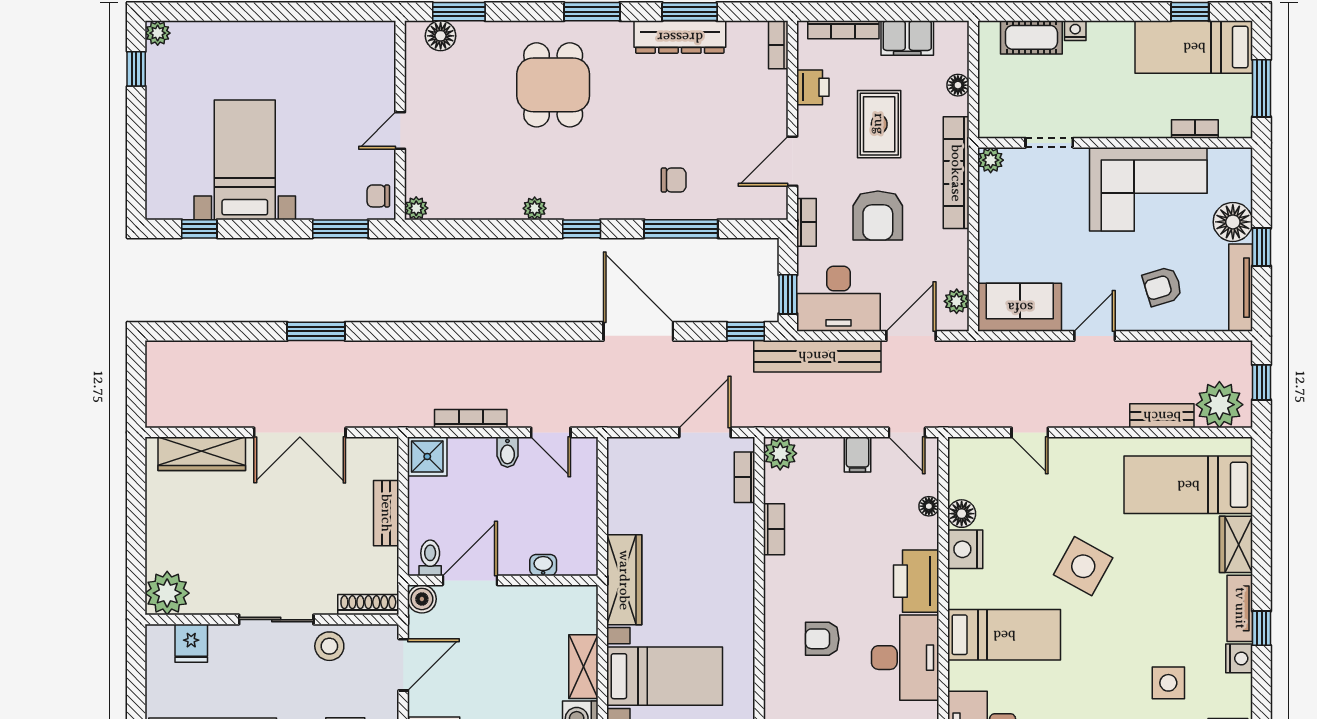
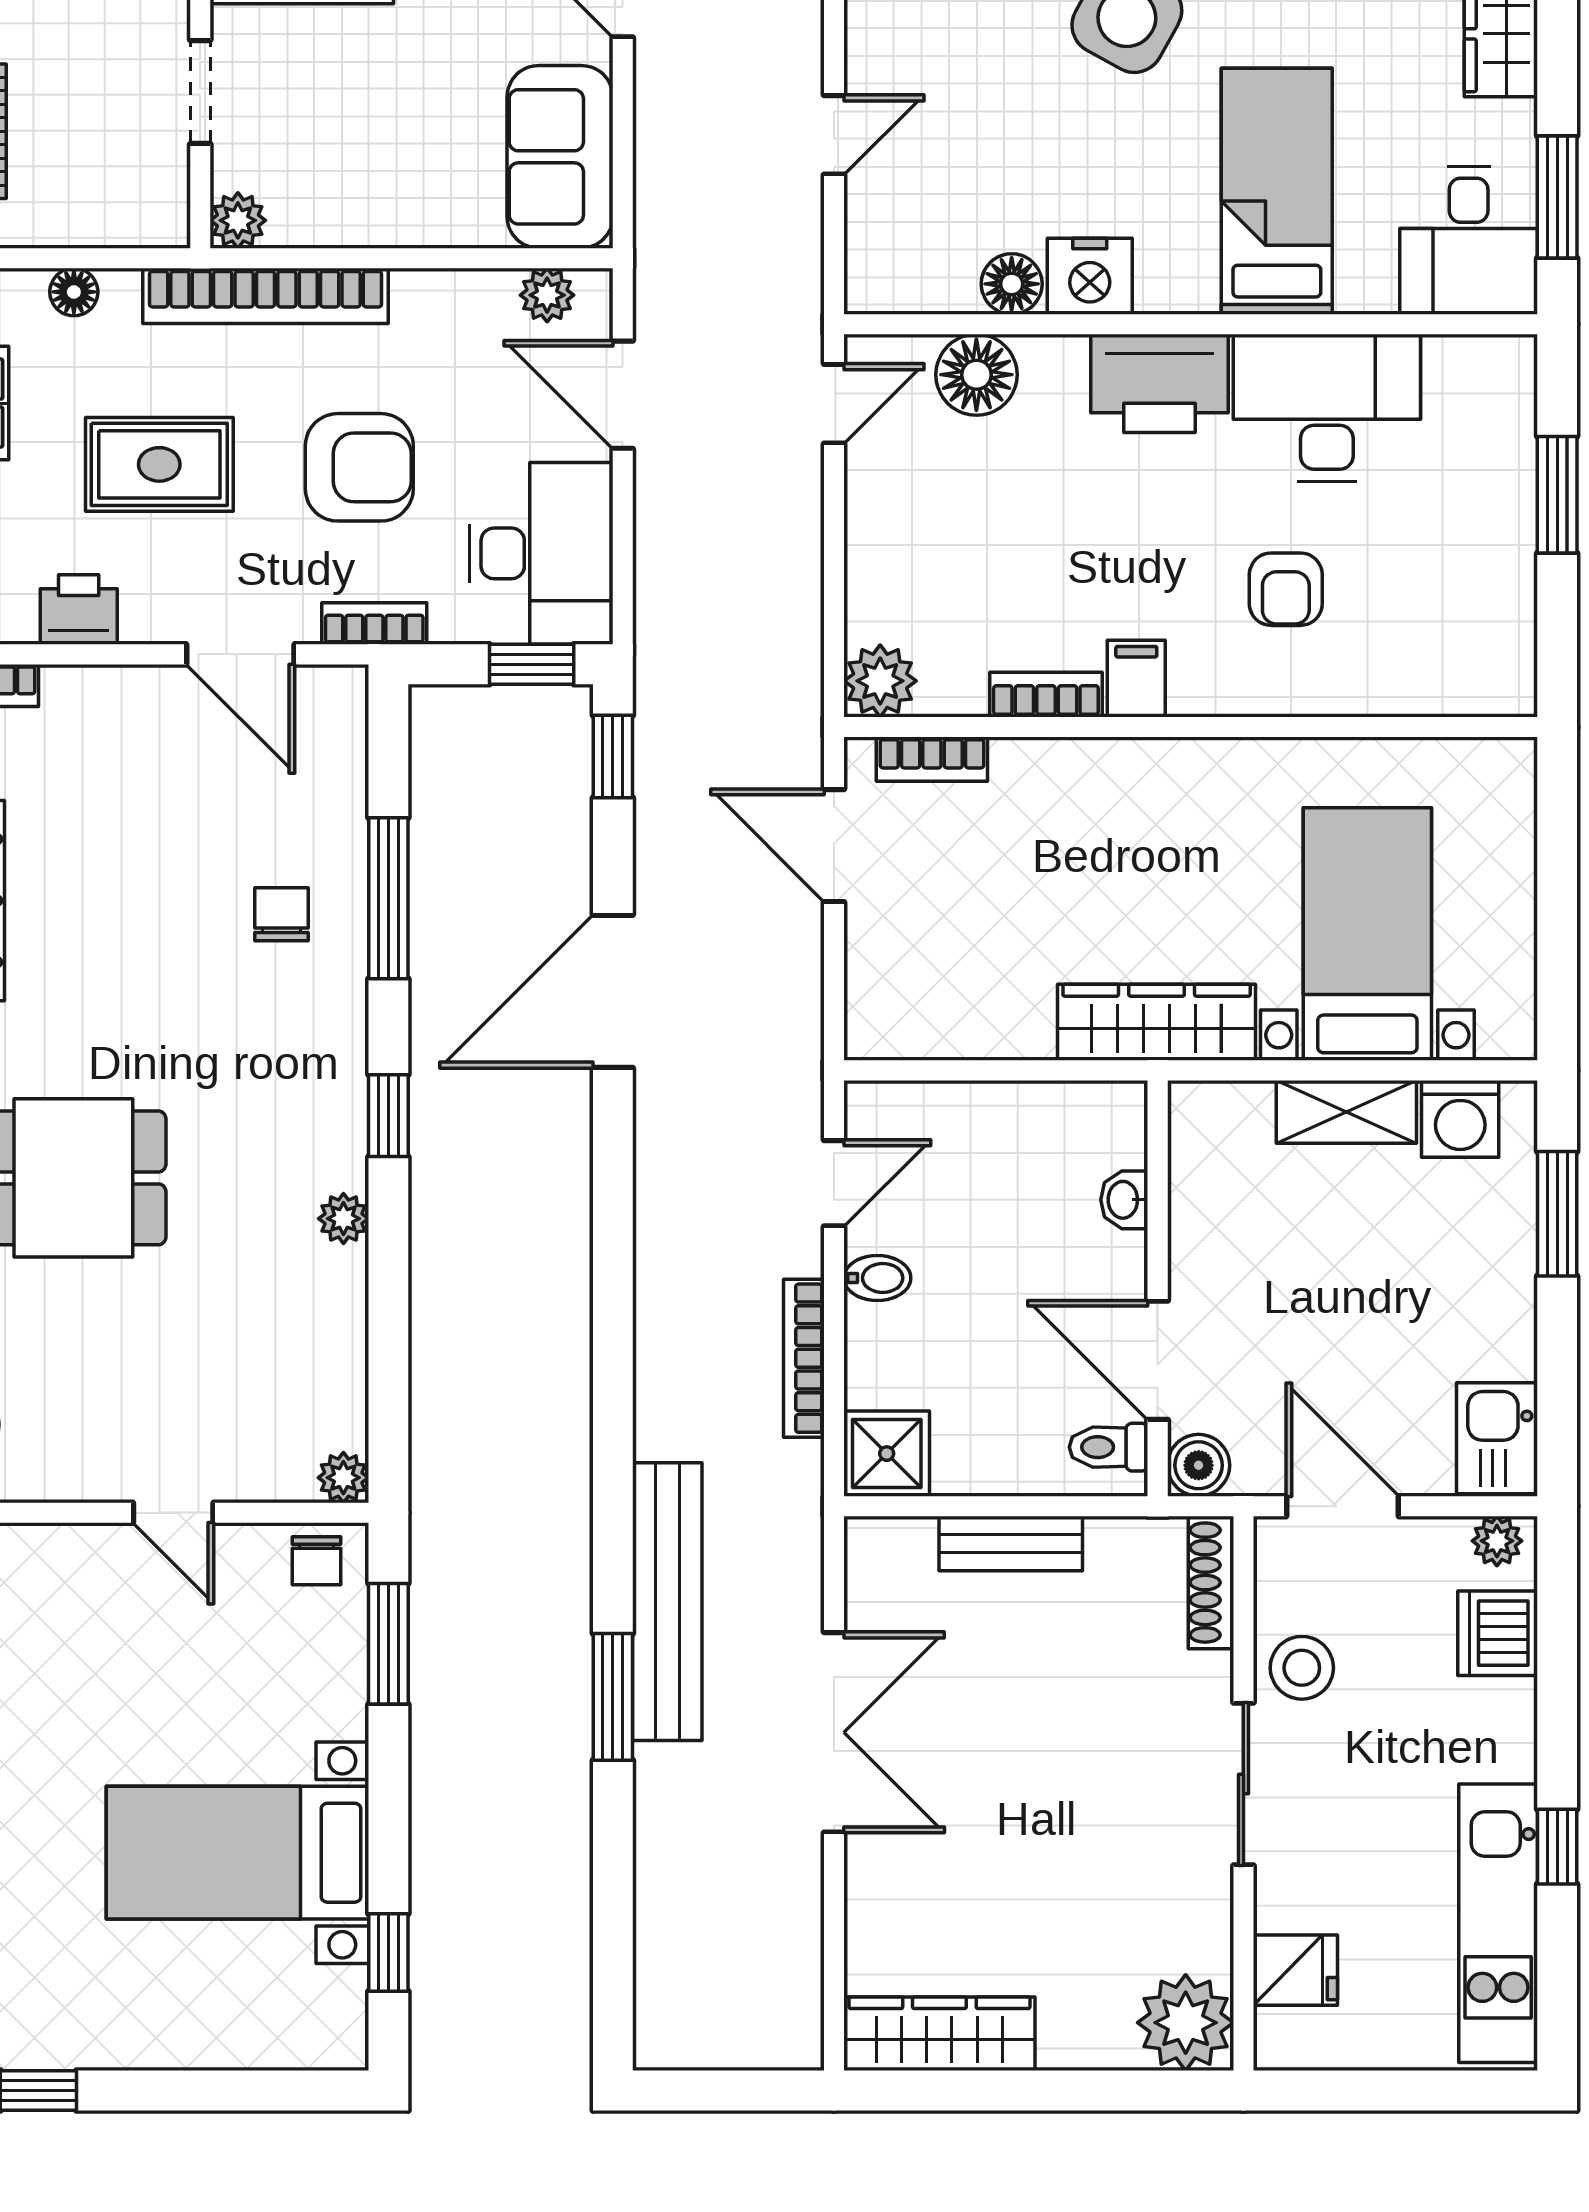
bench: (817, 356) -> (667, 1602), moved
wardrobe: (202, 454) -> (939, 2034), moved, turned -90
filing cabinet: (857, 455) -> (1136, 679), moved, turned -90
floor lamp: (929, 506) -> (976, 375), width x1.89, depth x1.89

